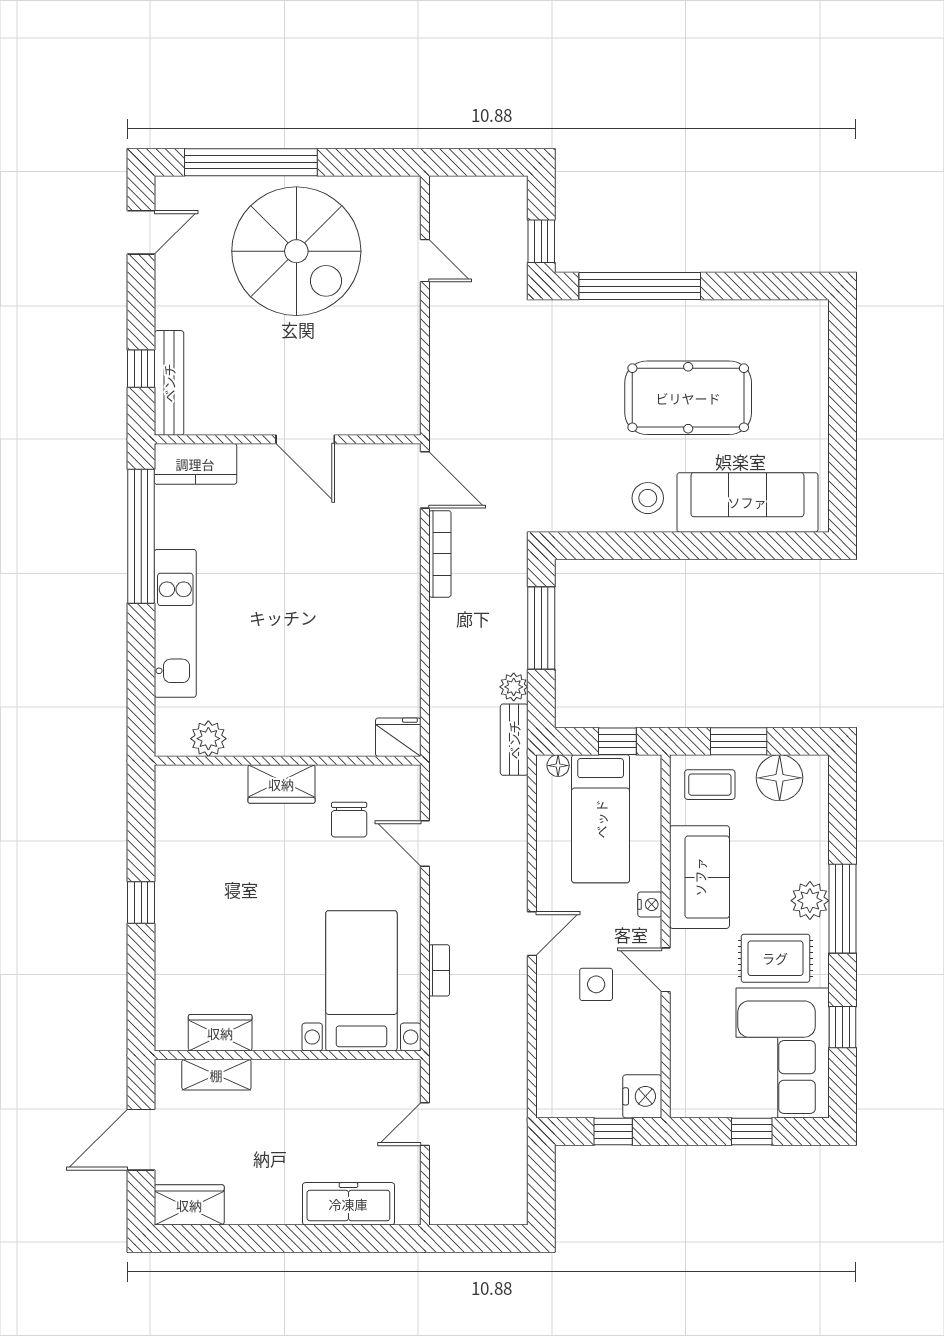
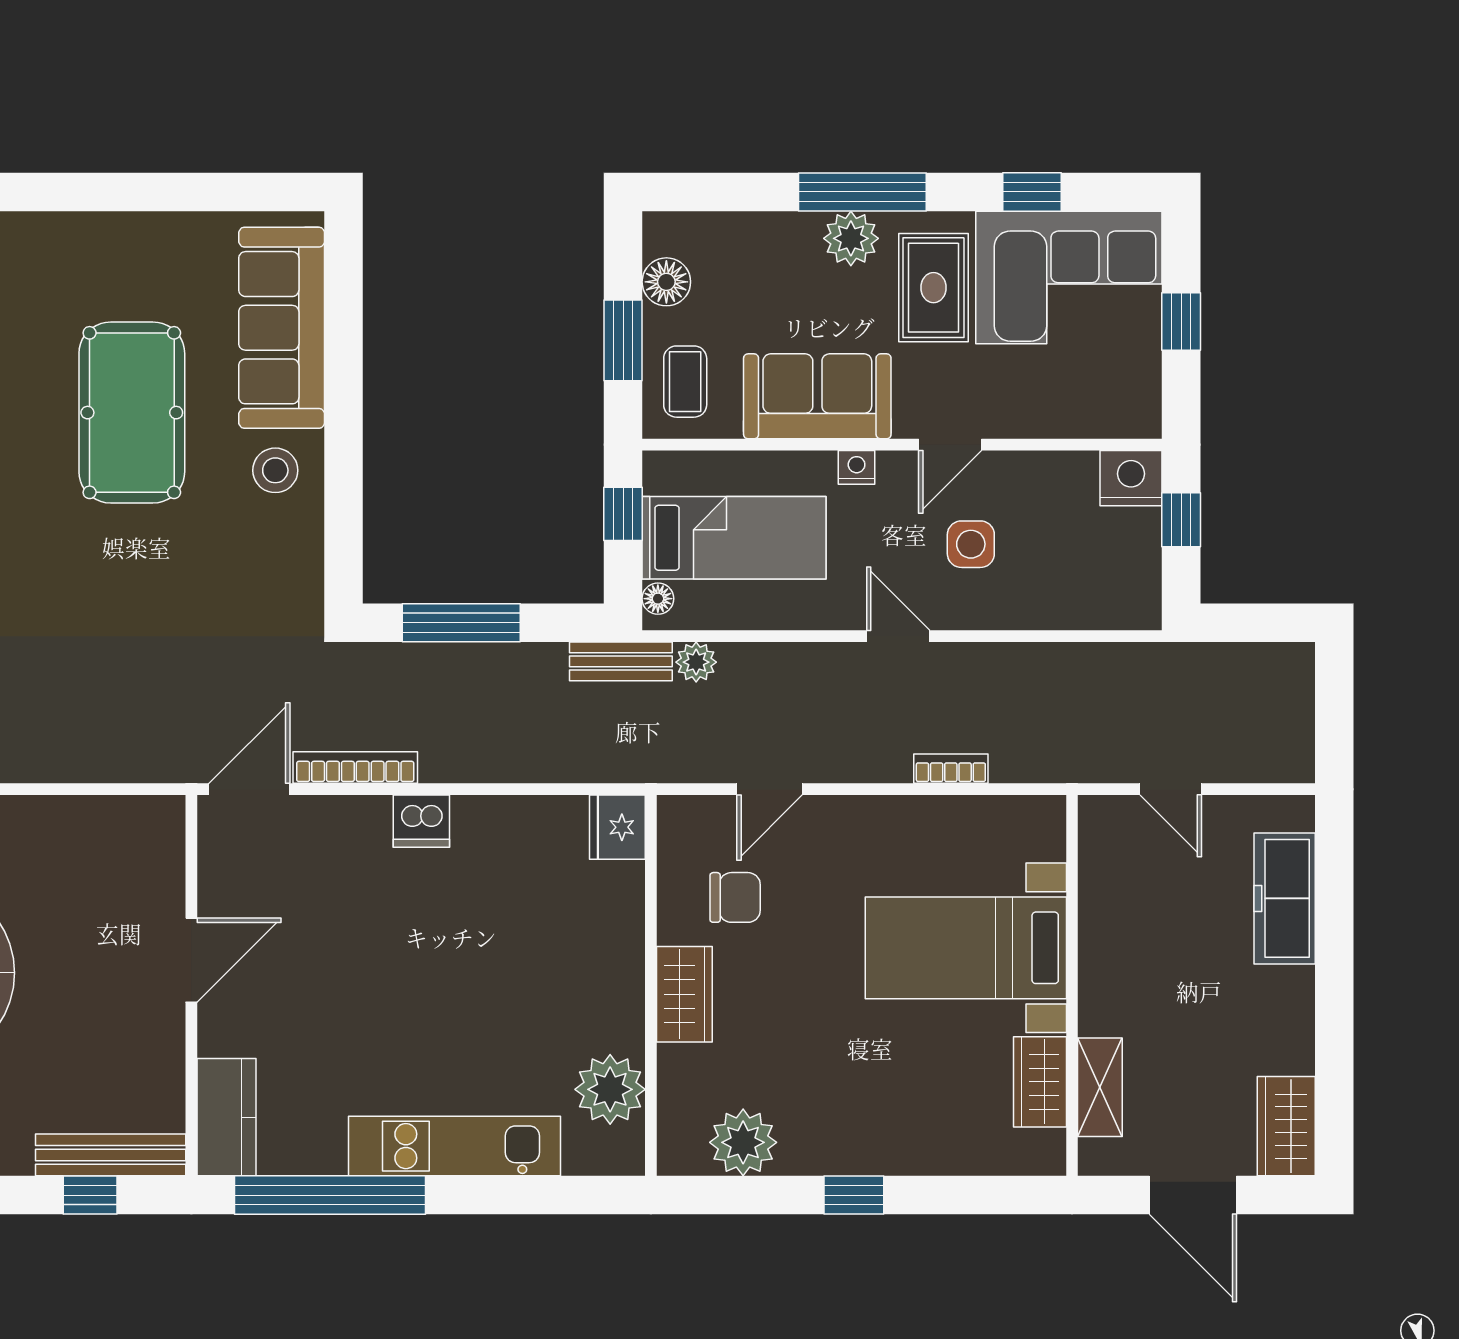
dishwasher: (402, 600) -> (421, 821), added
plant: (514, 687) -> (696, 662), moved
plant: (208, 739) -> (610, 1089), width x1.36, depth x1.36
floor lamp: (780, 778) -> (666, 282), width x0.73, depth x0.73
plant: (178, 825) -> (743, 1142), added
bed with nightstands: (361, 981) -> (966, 948), moved

